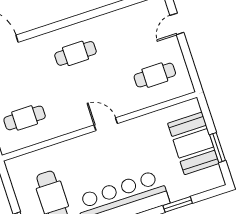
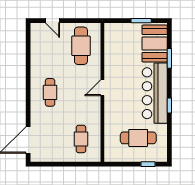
cafe table: (155, 75) -> (81, 46), width x1.37, depth x1.35
booth: (193, 143) -> (155, 44), moved, turned 90

